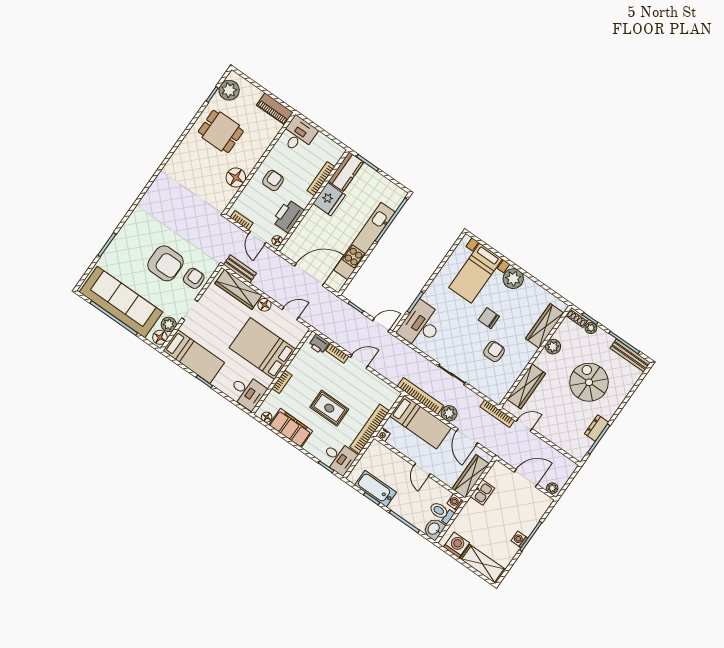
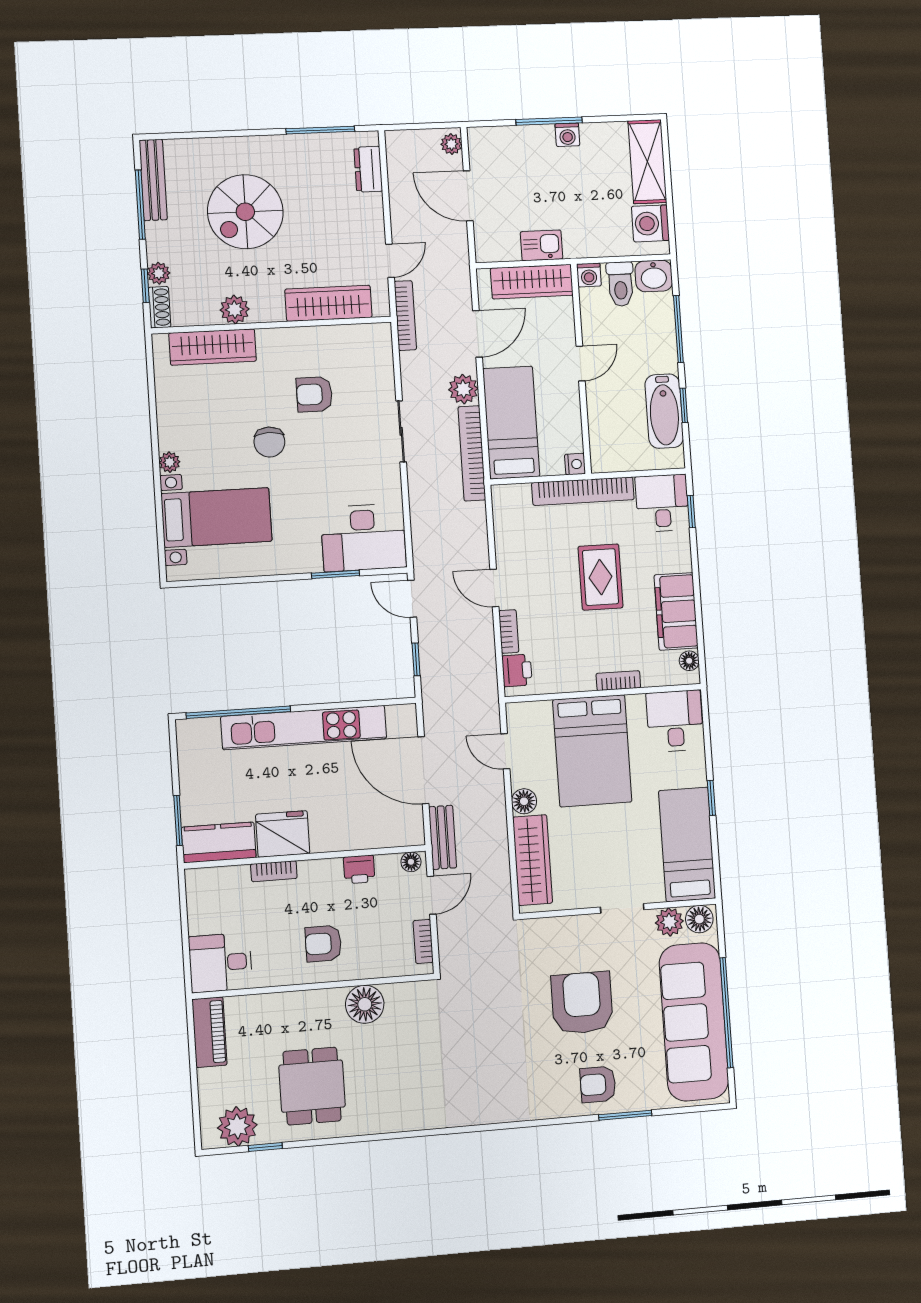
bookcase: (321, 179) -> (274, 871), width x0.64
printer: (288, 216) -> (359, 869), width x0.53, depth x0.68
bench: (240, 269) -> (443, 837), moved
armchair: (194, 278) -> (598, 1084), moved
plant: (513, 279) -> (170, 462), width x0.53, depth x0.53
door: (524, 425) -> (390, 261), swing flipped
dresser: (597, 428) -> (368, 169), moved, turned 90

